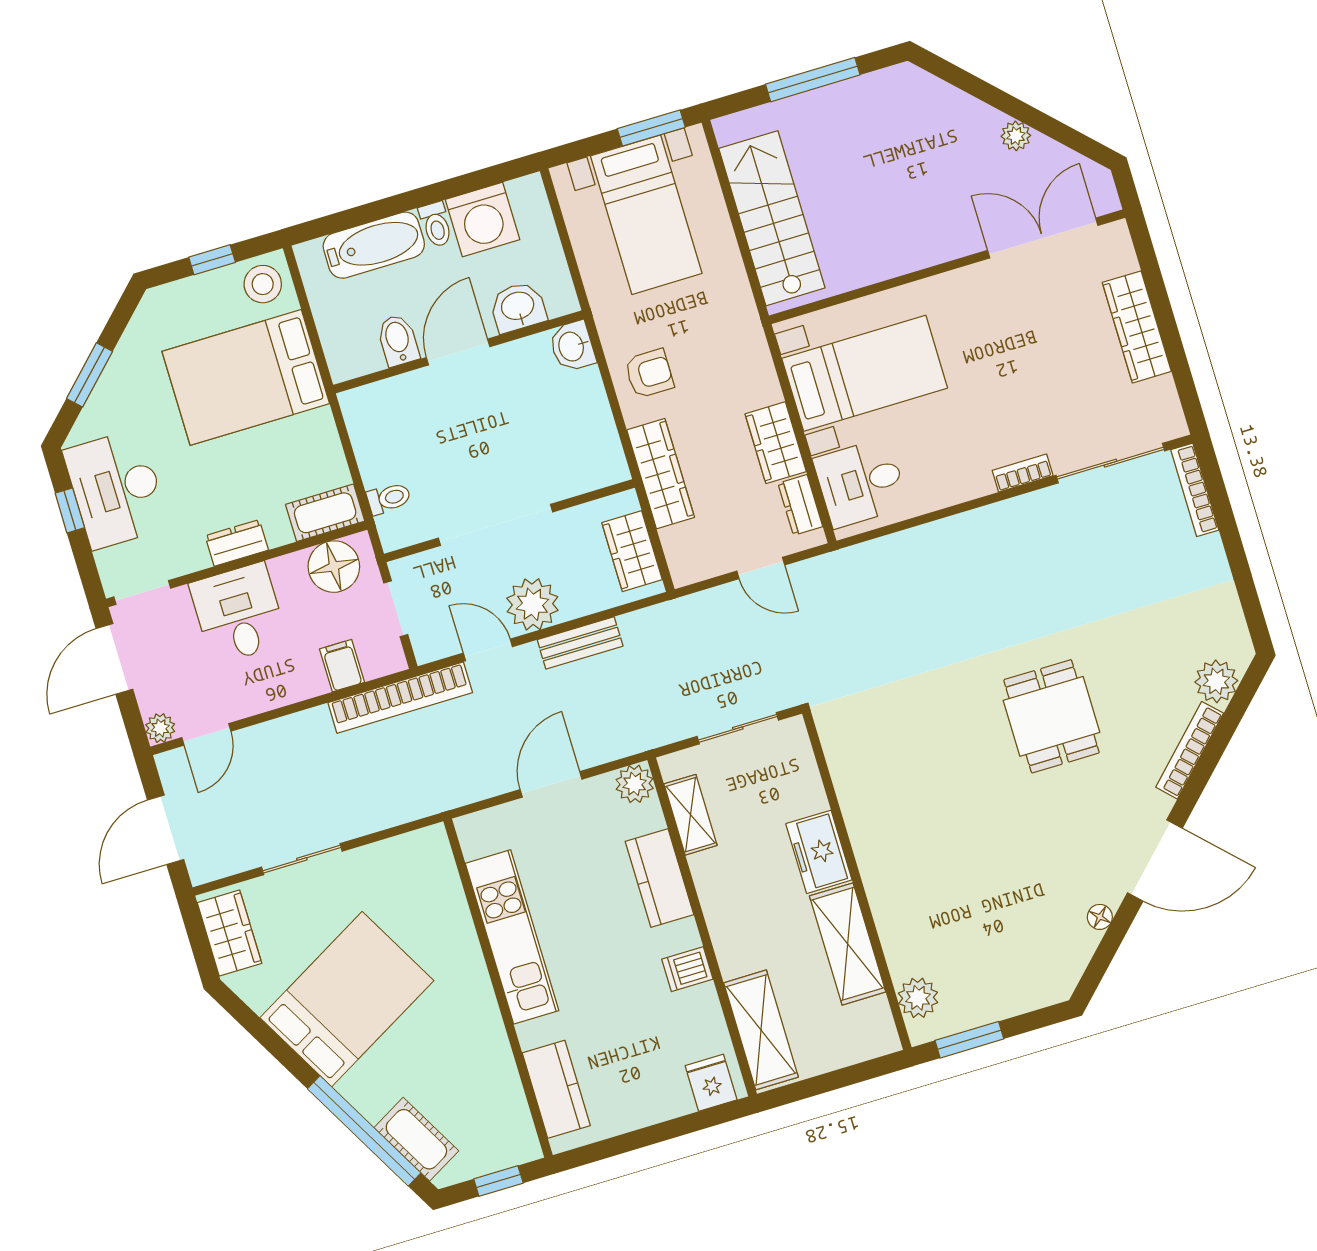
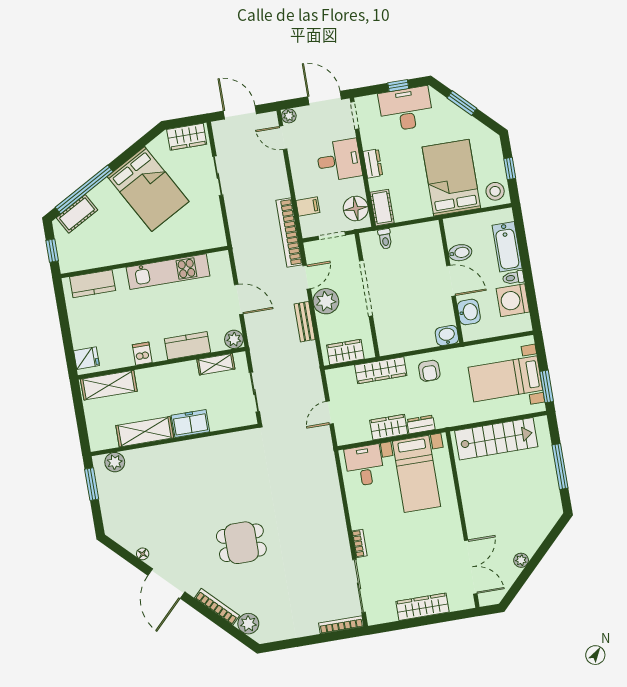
dresser: (800, 505) -> (421, 424), moved

